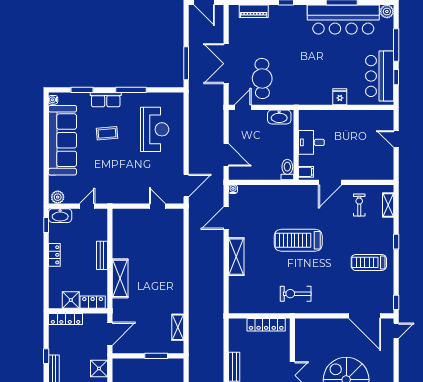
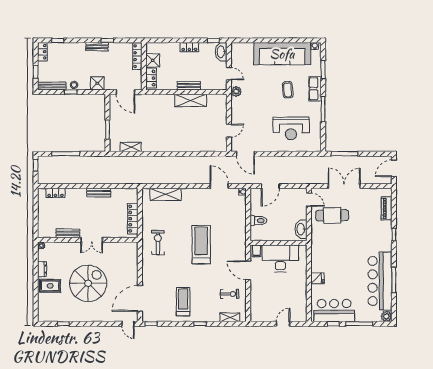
desk: (311, 142) -> (280, 258), width x1.87, depth x1.30
toilet: (287, 169) -> (258, 221), moved
plant: (58, 197) -> (236, 91), moved
shelving: (236, 257) -> (166, 194), moved
shelving: (120, 278) -> (191, 100), moved

